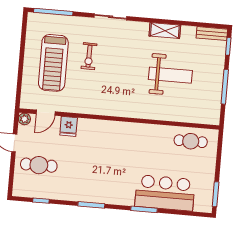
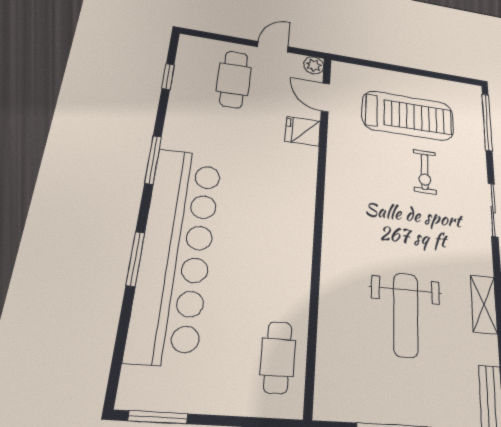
exercise bike: (89, 56) -> (425, 172), turned -91
treadmill: (53, 63) -> (408, 116), turned 180
bar counter: (165, 193) -> (176, 252), width x1.86

